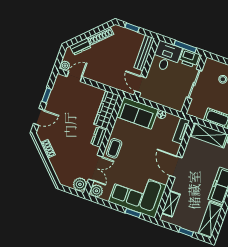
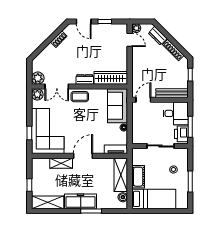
shelving: (171, 204) -> (61, 163), moved

